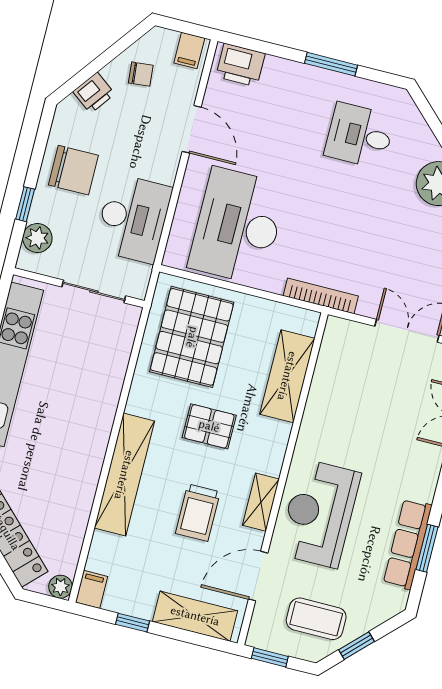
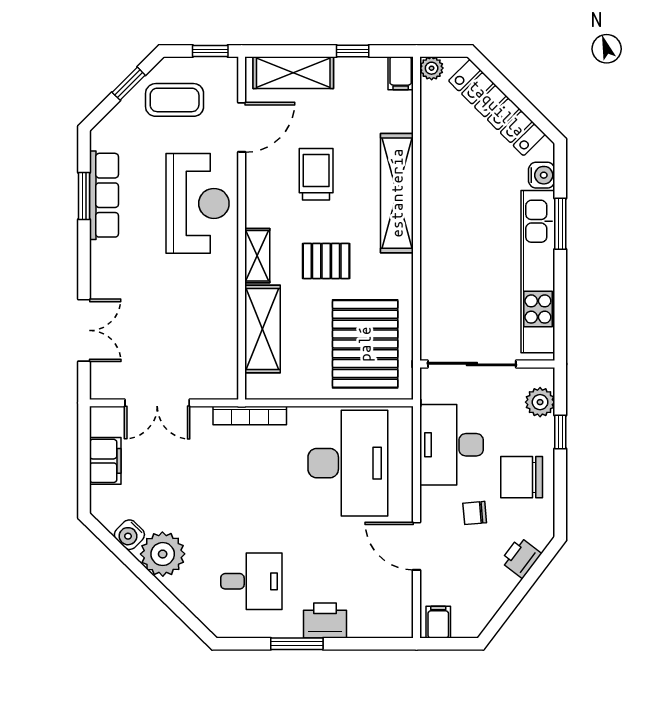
printer: (240, 65) -> (325, 621), moved
chair: (141, 74) -> (475, 513), moved
sliding door: (94, 291) -> (472, 364), width x1.37
shelving: (261, 502) -> (257, 256), moved

